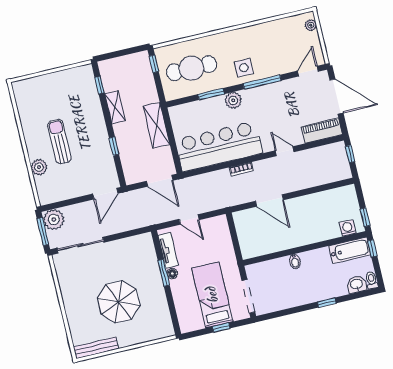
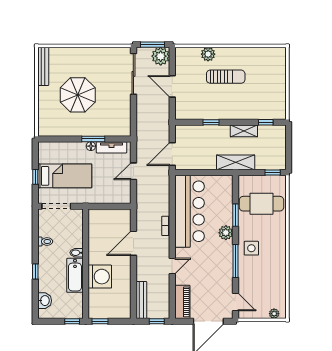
cafe table: (192, 68) -> (262, 204), turned 90
shelving: (156, 125) -> (236, 162), moved
bench: (331, 177) -> (141, 300), added
door: (105, 194) -> (172, 86), moved
washing machine: (348, 228) -> (100, 277), moved, width x1.89, depth x1.89
bathtub: (350, 250) -> (75, 275), moved
toilet: (372, 280) -> (45, 241), moved

